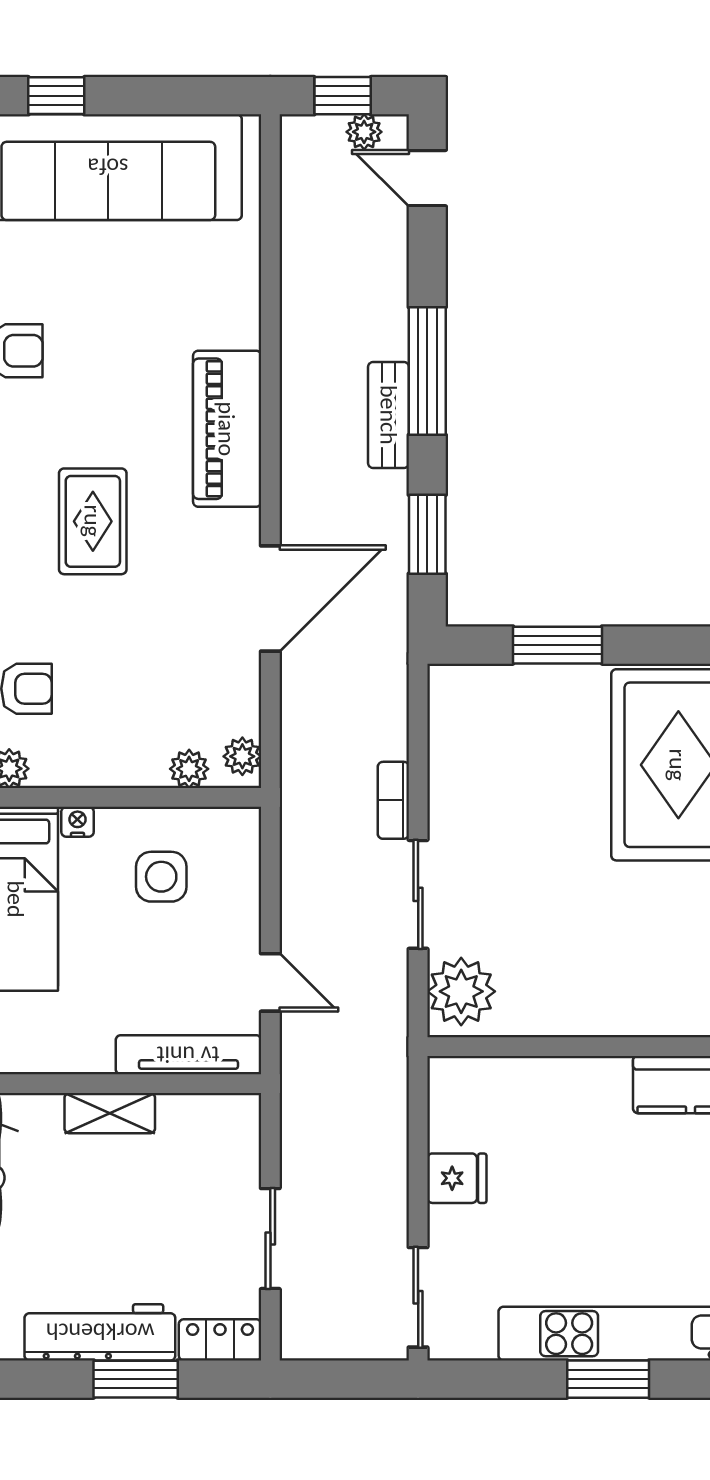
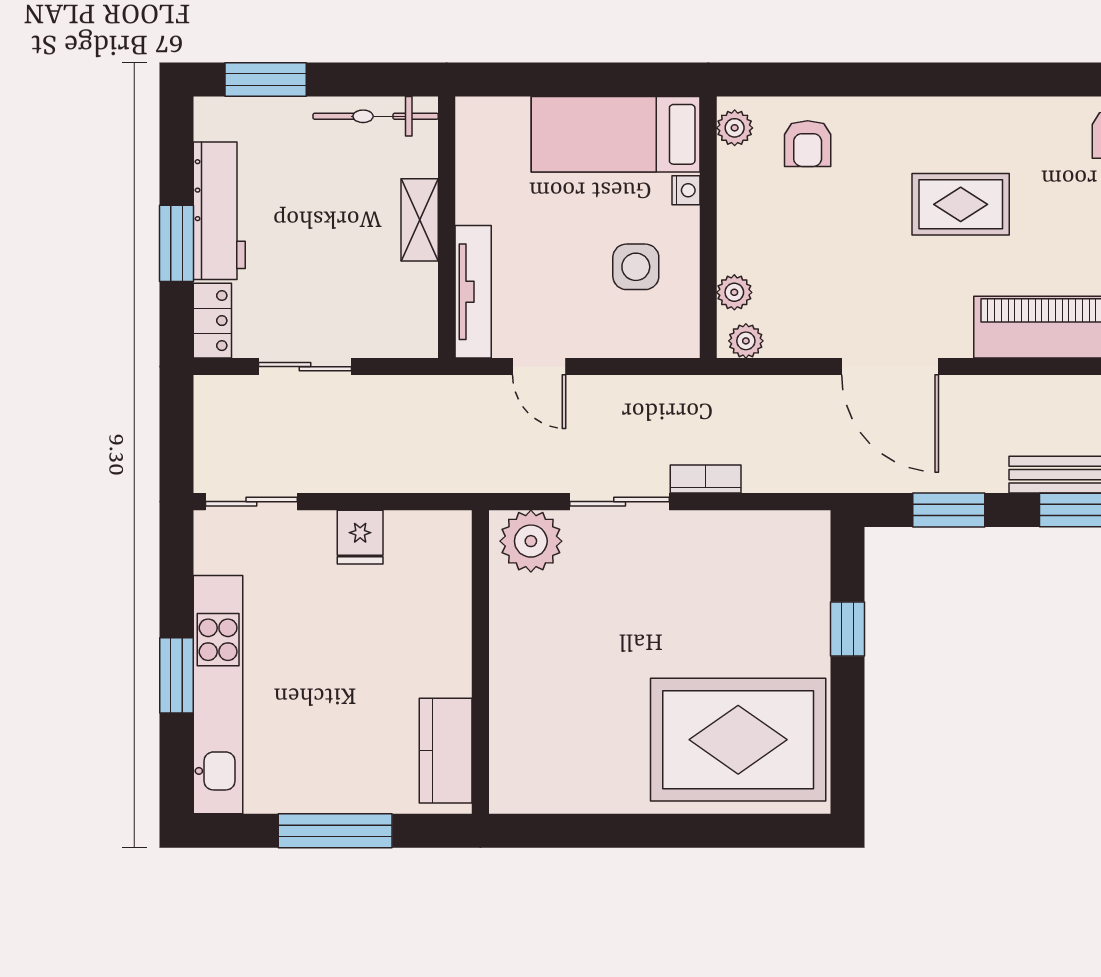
window: (557, 645) -> (848, 629), width x0.67
door: (270, 982) -> (539, 367), hinge flipped

